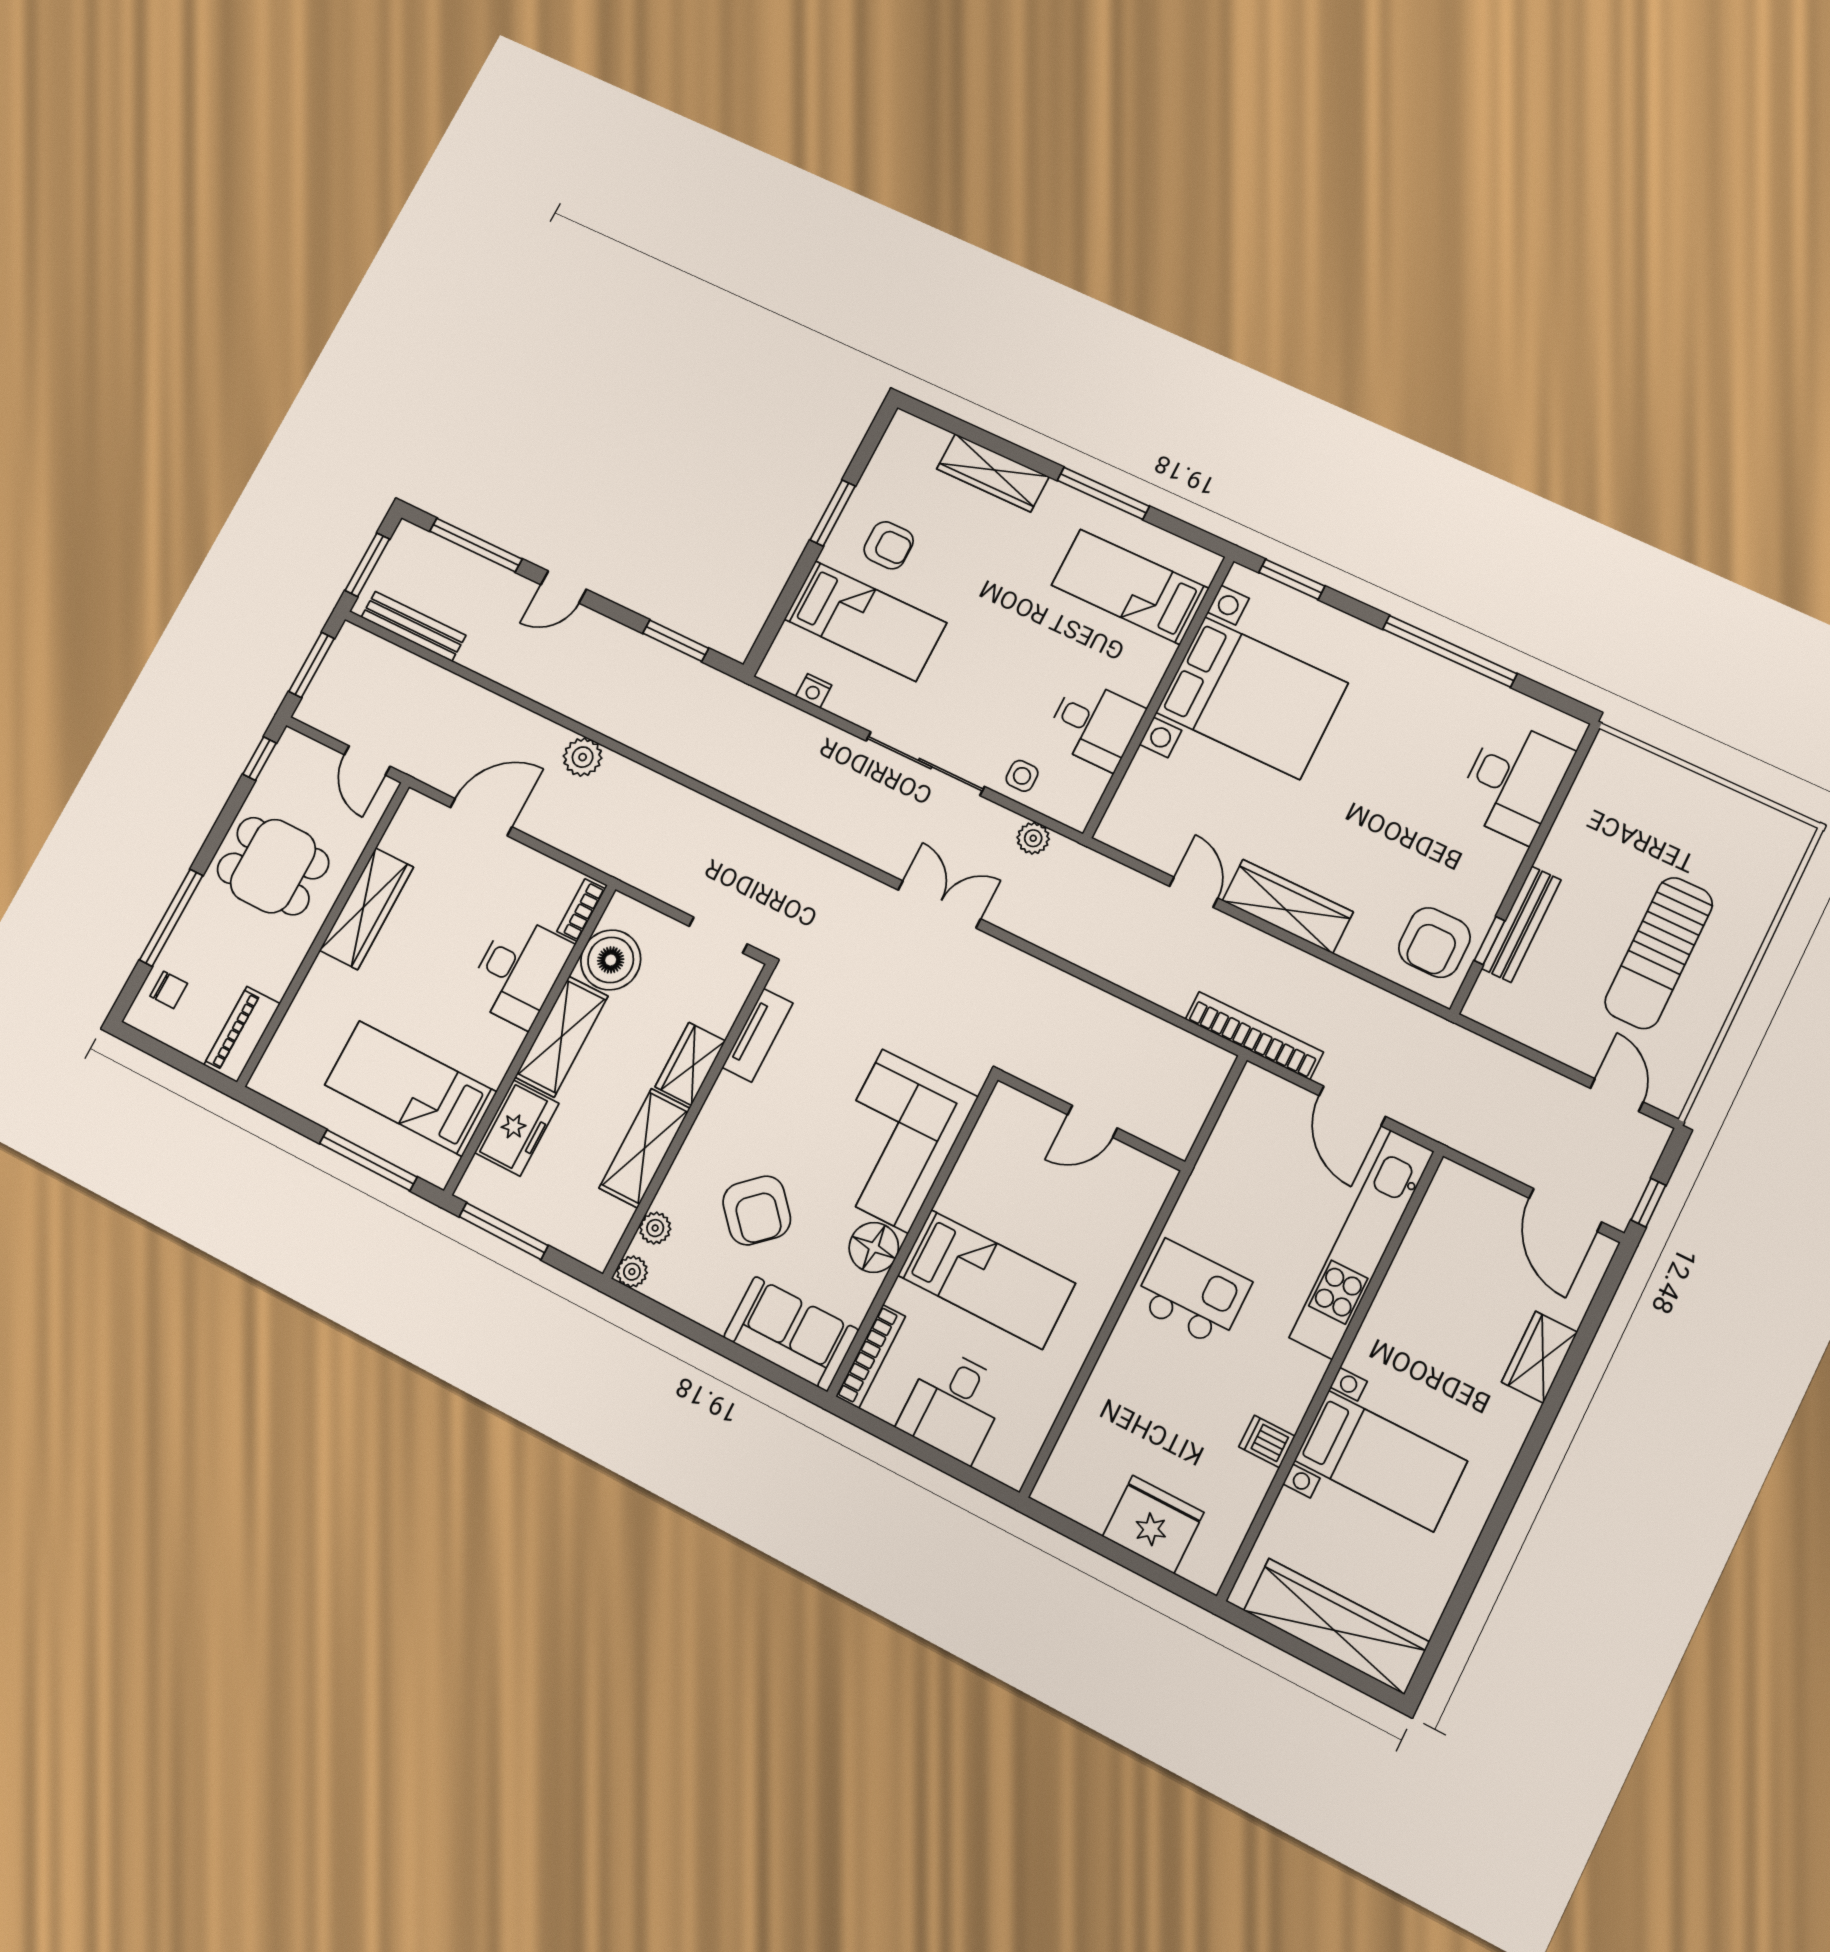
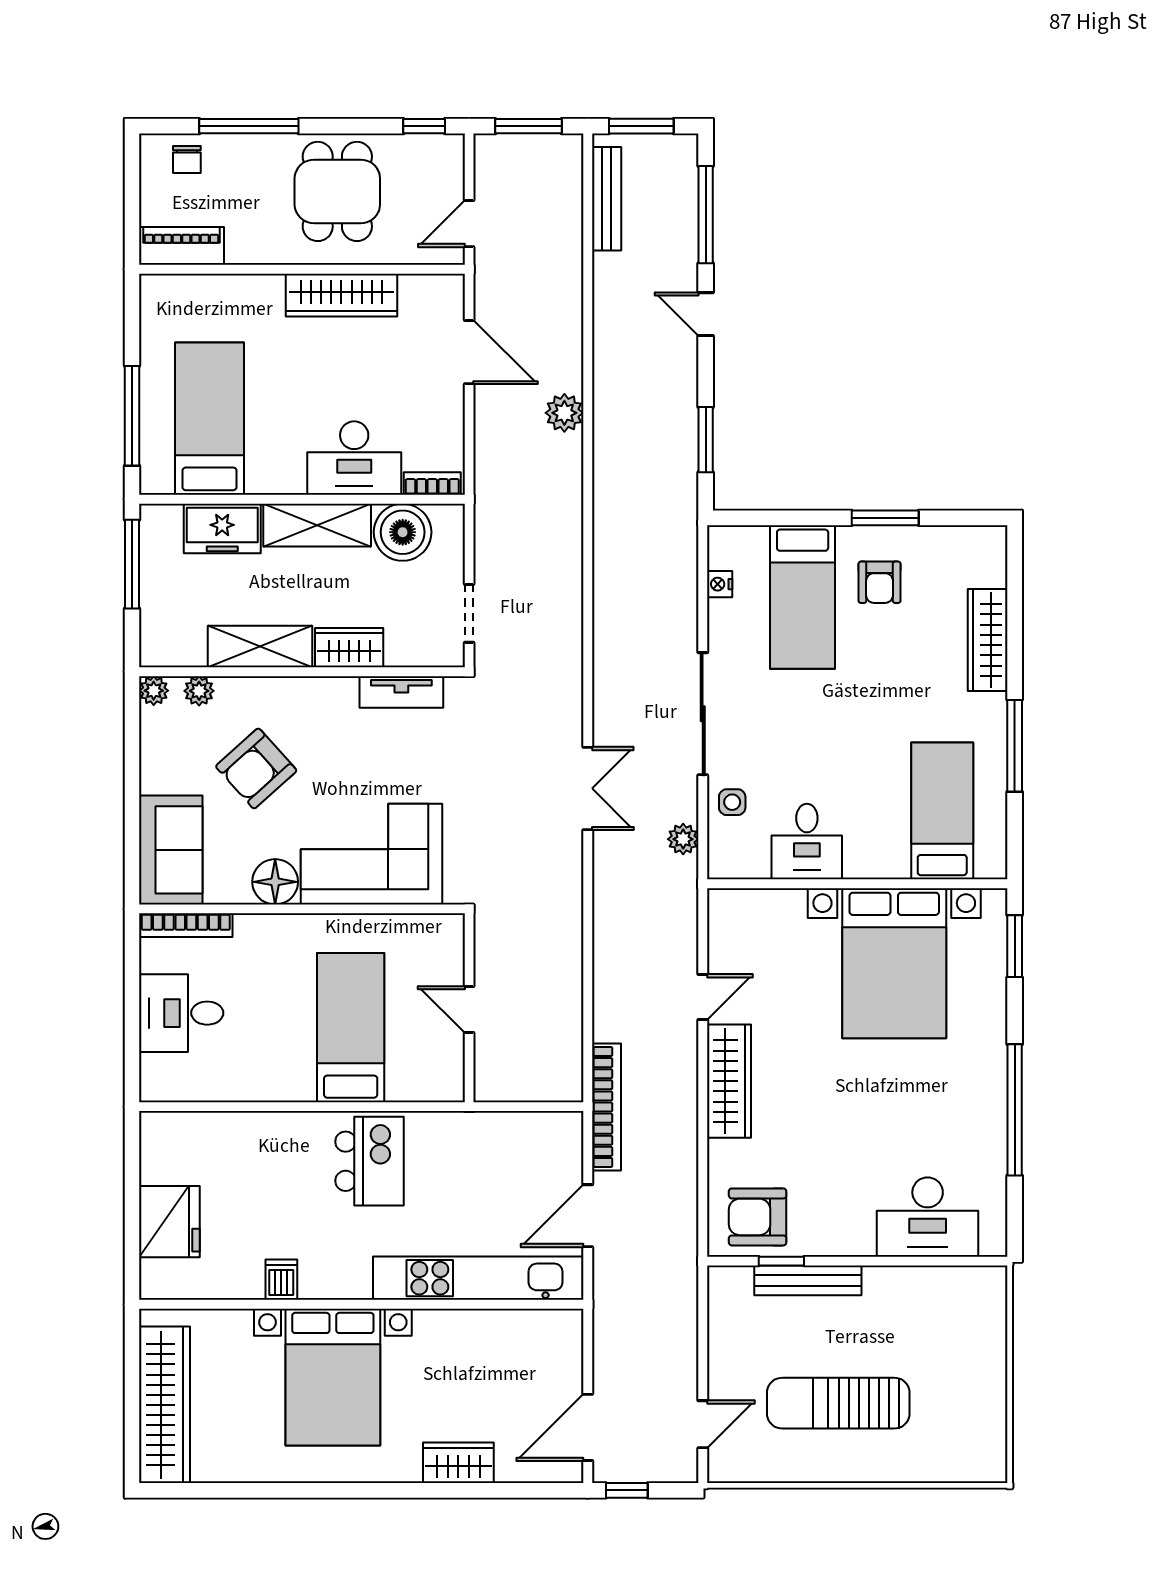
bed: (986, 1279) -> (351, 1028), moved, turned 180
bed with nightstands: (1381, 1461) -> (333, 1377), width x1.36

